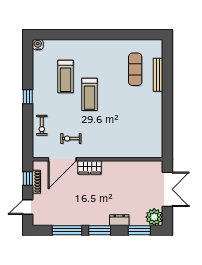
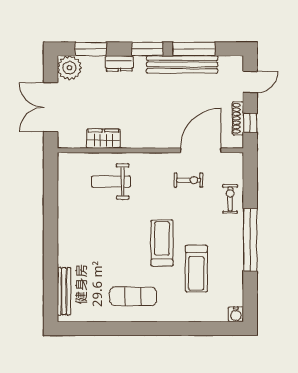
exercise mat: (135, 69) -> (133, 296), moved, turned 90
bench: (158, 75) -> (64, 291), moved
treadmill: (65, 77) -> (196, 269), turned 180
window: (28, 97) -> (250, 240), width x3.17
weight bench: (125, 137) -> (111, 182), added
wardrobe: (90, 167) -> (103, 139), moved
bench: (75, 219) -> (182, 64), added

